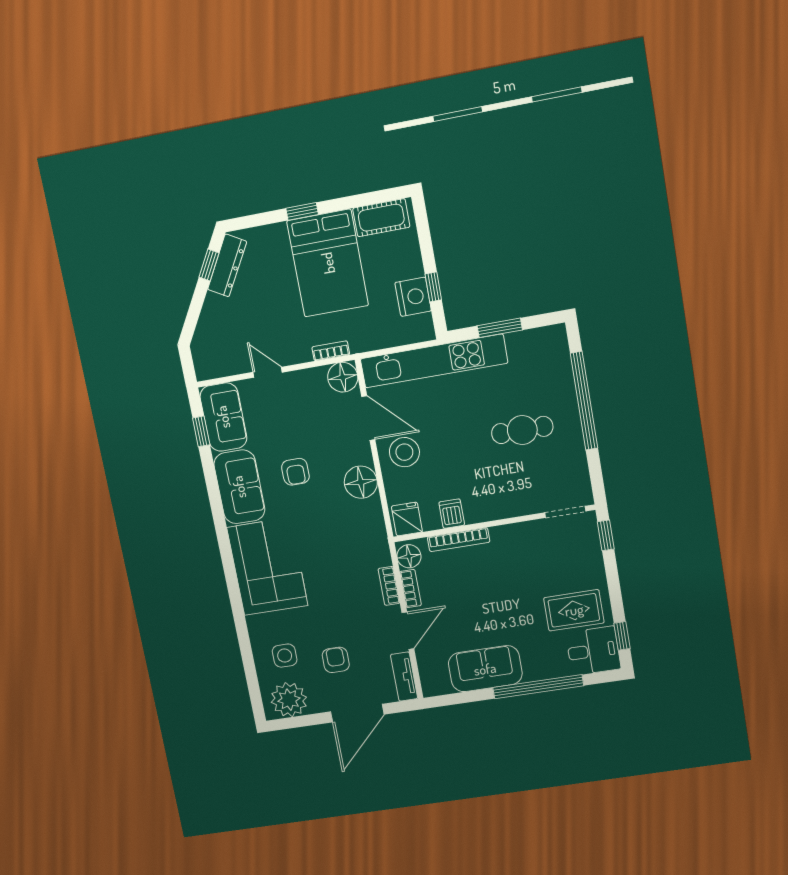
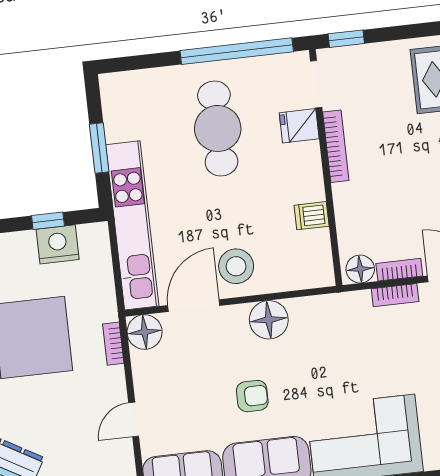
window: (584, 401) -> (237, 51), moved
cafe table: (522, 430) -> (218, 128), width x1.37, depth x1.35
fridge: (407, 519) -> (299, 126), moved
bookcase: (459, 540) -> (336, 146), moved

